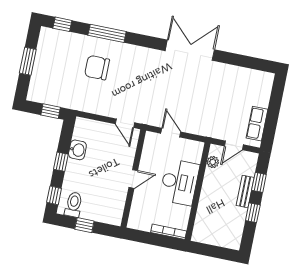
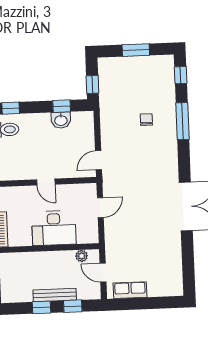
chair: (97, 68) -> (146, 120), width x0.54, depth x0.54
window: (61, 162) -> (62, 106), moved
bench: (245, 191) -> (55, 295), width x1.36

